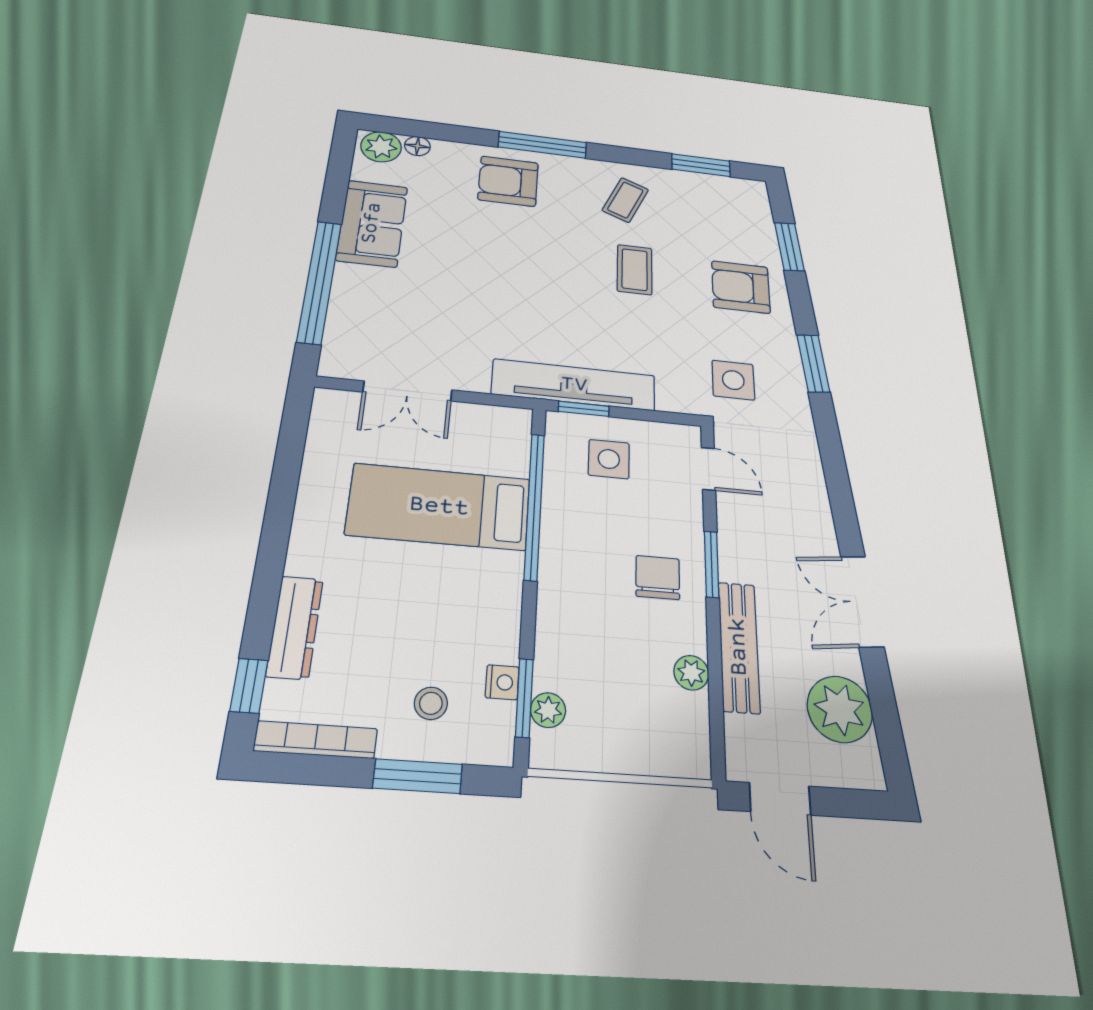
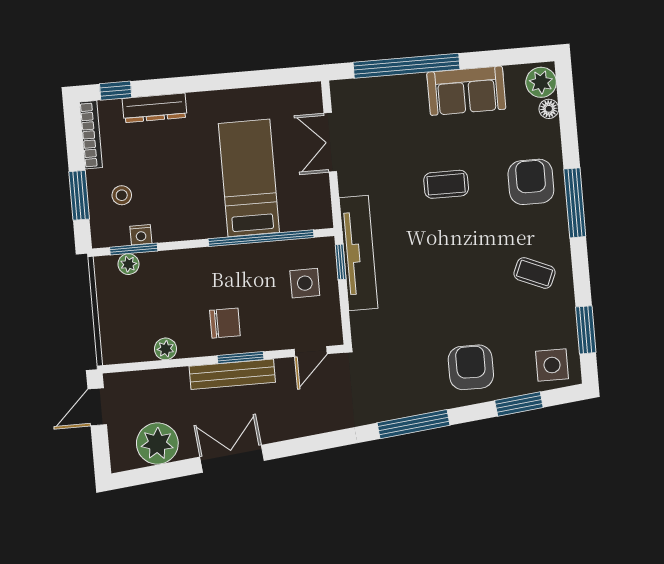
coffee table: (635, 270) -> (446, 184), moved
window: (813, 363) -> (413, 424), width x1.44
side table: (733, 380) -> (552, 365), moved
bench: (739, 647) -> (232, 374), moved

